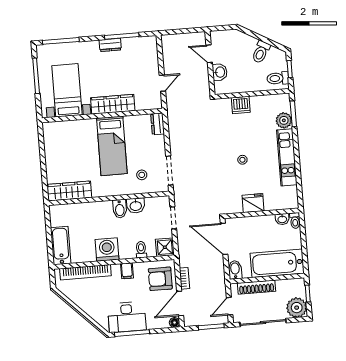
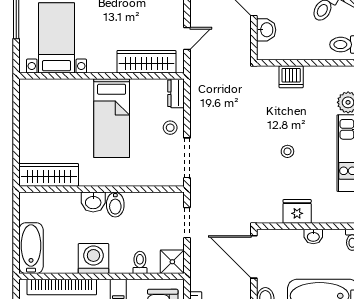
wardrobe: (113, 104) -> (146, 62), moved
stool: (142, 175) -> (170, 128), moved
washbasin: (136, 206) -> (93, 202), moved
washbasin: (282, 219) -> (313, 236), moved

